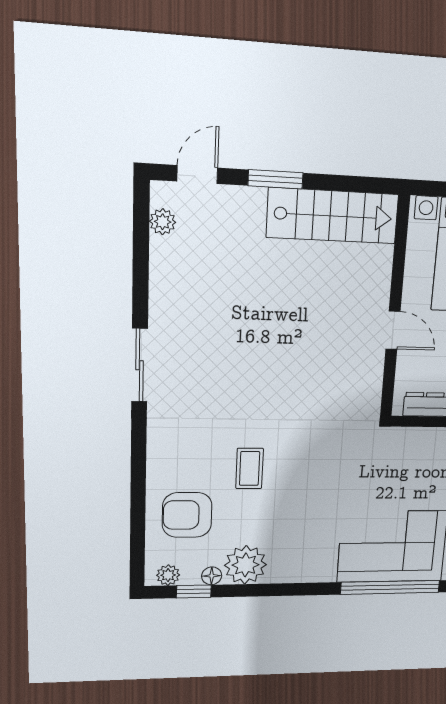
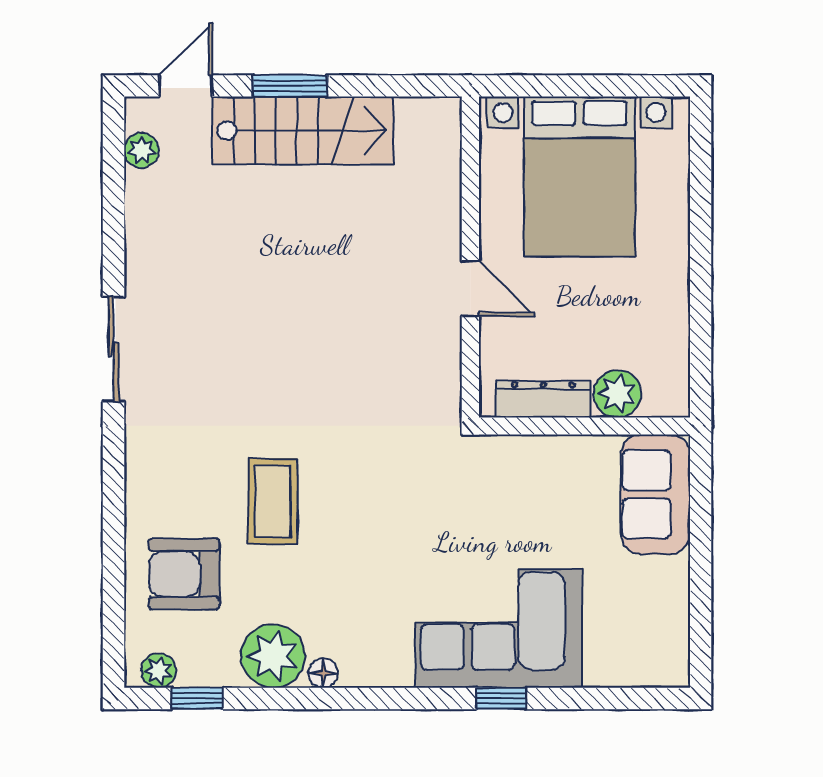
stairs: (333, 216) -> (303, 131), moved
coffee table: (250, 468) -> (273, 501), width x1.36, depth x1.30
floor lamp: (212, 576) -> (323, 673), moved
window: (390, 587) -> (501, 698), width x0.32

